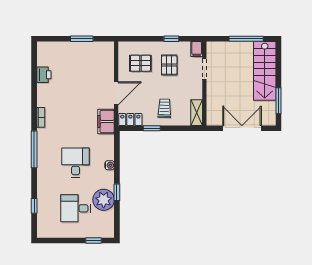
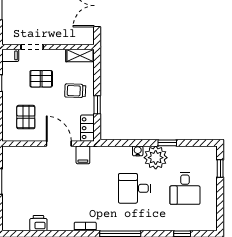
pallet: (169, 65) -> (41, 79), moved
filing cabinet: (106, 121) -> (83, 155), width x0.50
plant: (104, 200) -> (156, 158), moved

